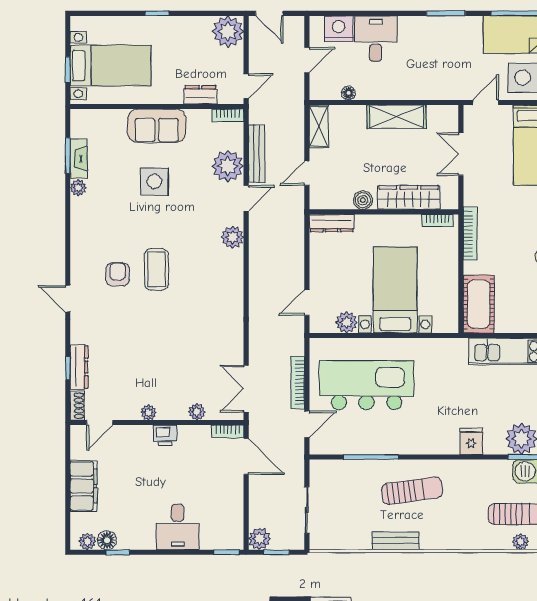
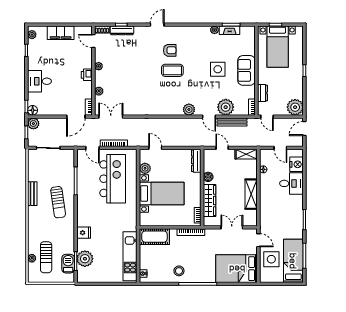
floor lamp: (107, 540) -> (33, 110), moved

